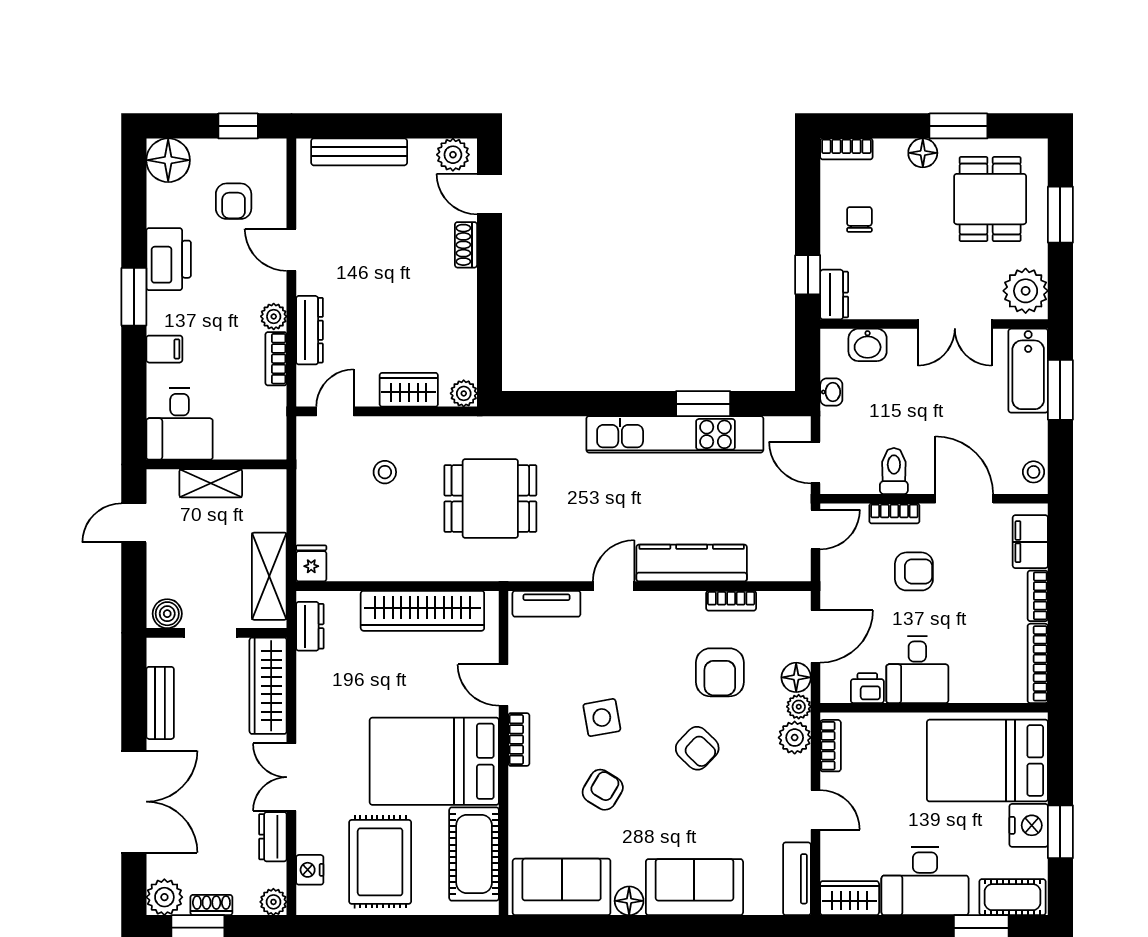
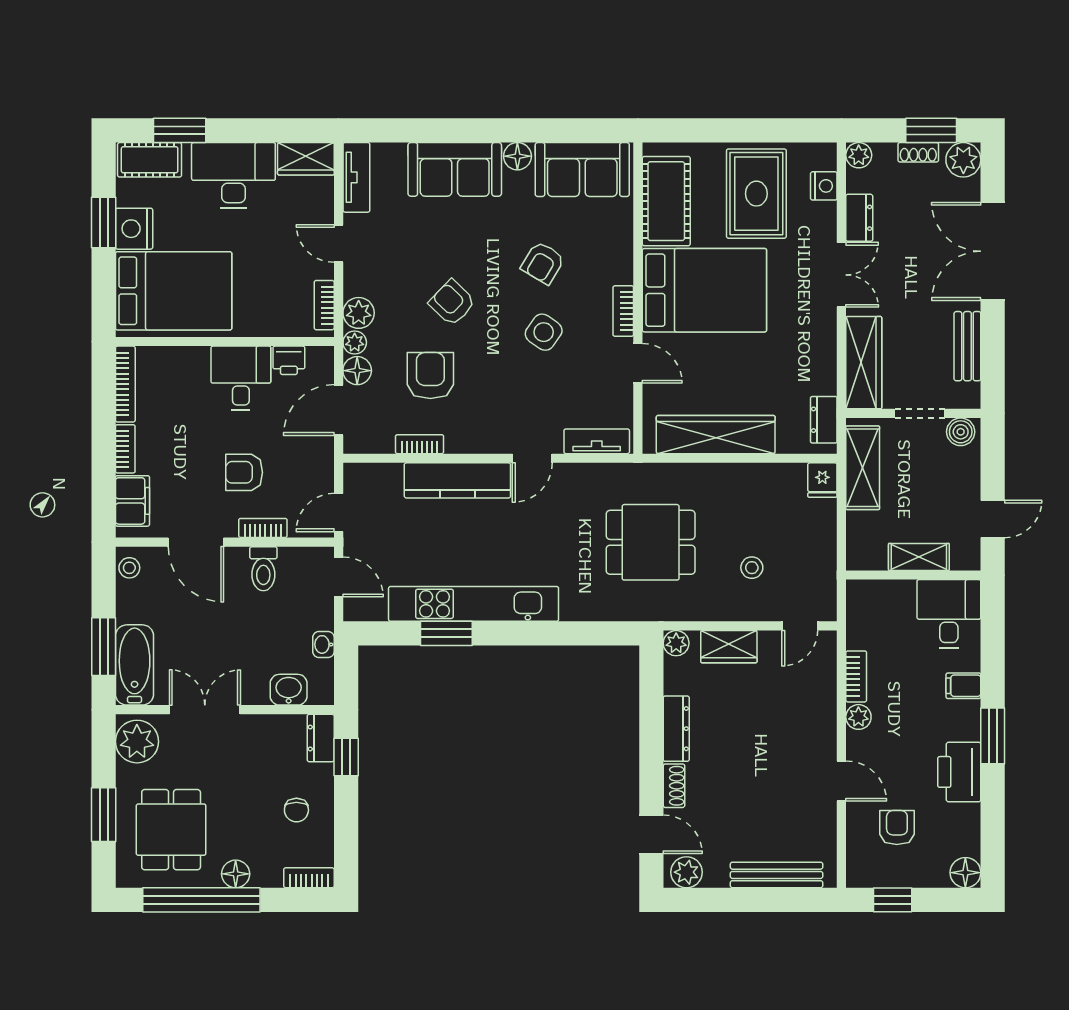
window: (958, 126) -> (201, 900), width x2.11
floor lamp: (168, 160) -> (965, 873), width x0.73, depth x0.73
dresser: (309, 330) -> (676, 729), moved, turned 180
side table: (602, 718) -> (544, 332), turned 45

